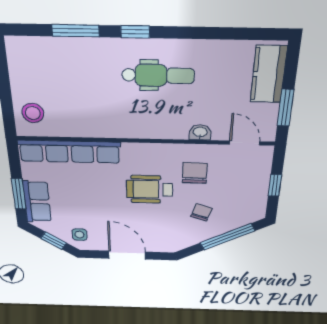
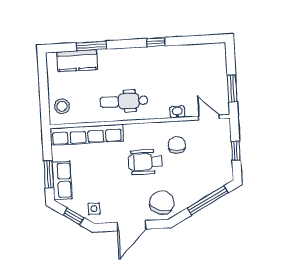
window: (135, 32) -> (156, 42), moved
kitchen counter: (269, 74) -> (77, 61), moved, turned -90
dental chair: (158, 75) -> (124, 101), moved, turned 180
chair: (201, 212) -> (162, 203), moved, width x1.87, depth x1.87
door: (127, 255) -> (132, 226), swing flipped

